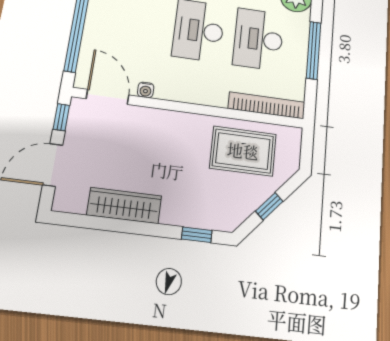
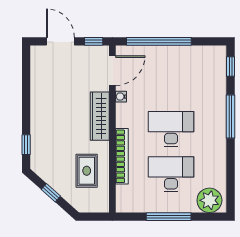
bookcase: (267, 105) -> (122, 156), moved
rug: (243, 151) -> (87, 171), width x0.73, depth x0.70
wardrobe: (124, 205) -> (100, 116), moved, turned 180

